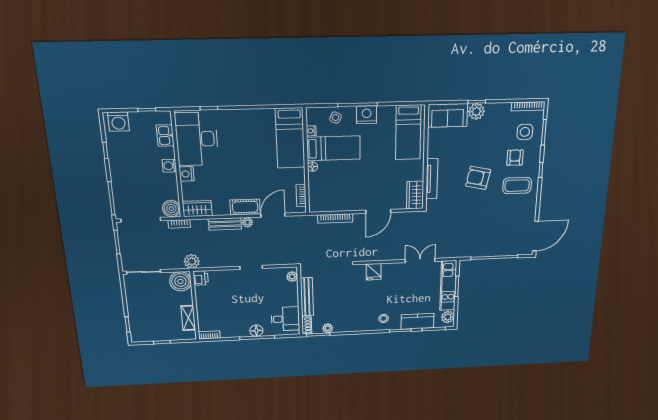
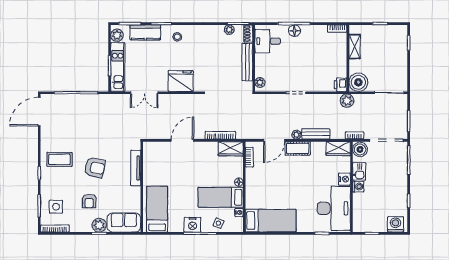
kitchen sink: (165, 136) -> (359, 171), moved
bed: (290, 138) -> (271, 221), moved, turned 90
armchair: (515, 158) -> (89, 201), moved
wardrobe: (415, 195) -> (231, 149), moved, turned 90
fridge: (374, 272) -> (181, 81), width x1.88, depth x1.34

